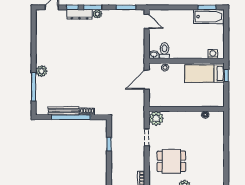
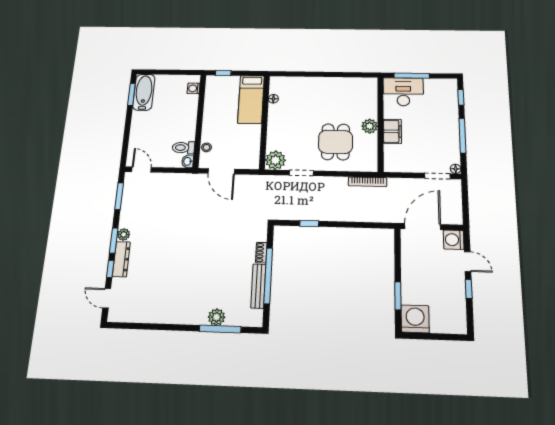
door: (147, 21) -> (141, 170), hinge flipped
plant: (42, 71) -> (217, 317), moved
bed: (204, 74) -> (251, 99), moved

